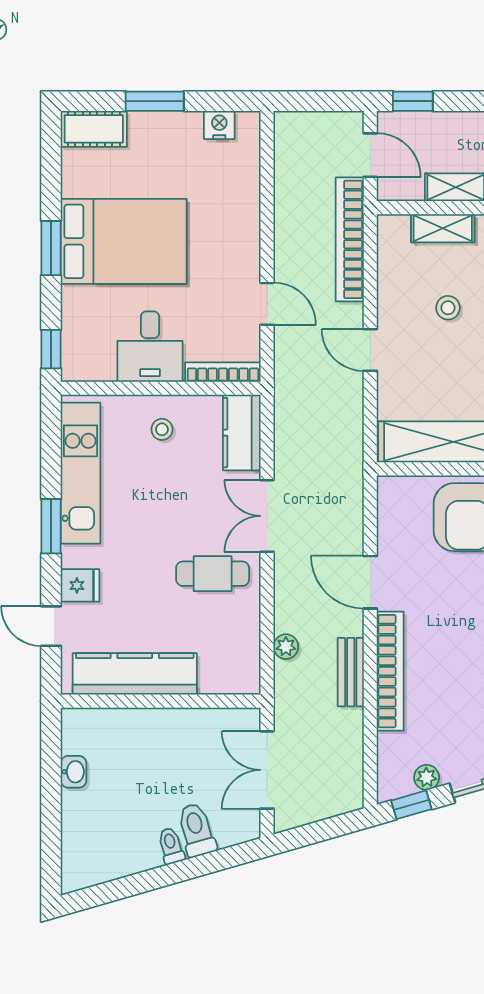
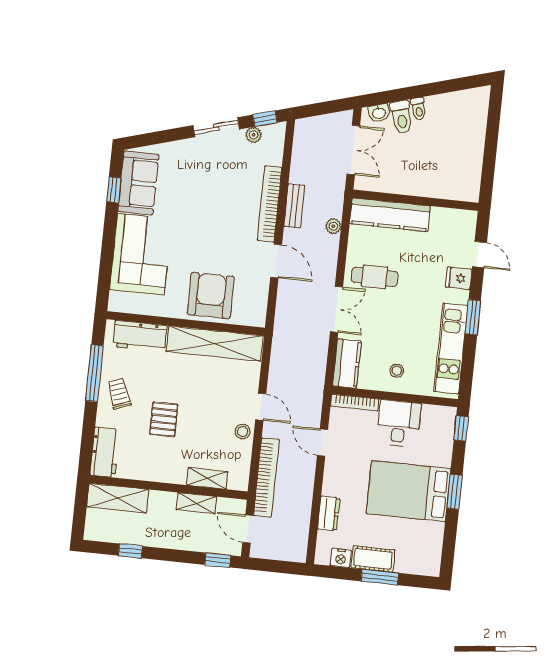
cot: (94, 129) -> (373, 559), moved
dresser: (246, 193) -> (329, 514), added
stool: (448, 308) -> (243, 431), moved
kitchen counter: (135, 674) -> (390, 215), moved
washbasin: (74, 772) -> (379, 113), moved, turned -106

